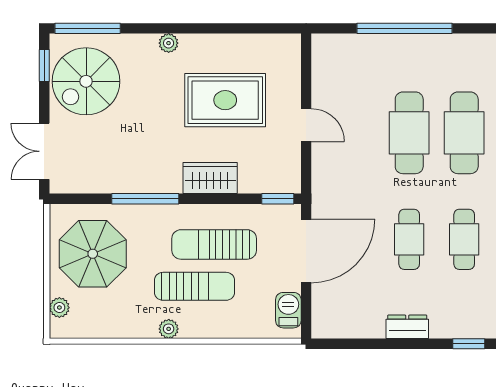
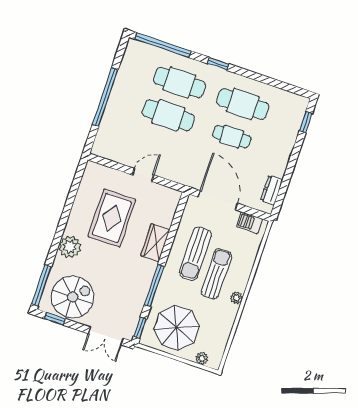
plant: (169, 43) -> (70, 247), width x1.87, depth x1.87
spiral stairs: (86, 81) -> (73, 297), turned -90
window: (278, 199) -> (140, 328), moved
cafe table: (464, 239) -> (243, 104), width x1.37, depth x1.35
dresser: (407, 327) -> (272, 190), moved

